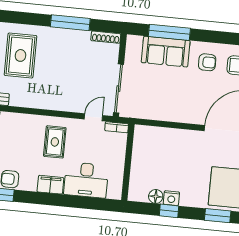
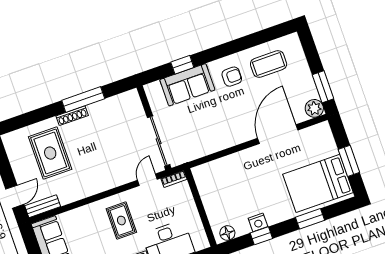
window: (169, 32) -> (182, 65), width x0.46
shoe rack: (106, 37) -> (72, 116), moved
floor lamp: (156, 196) -> (227, 233), moved

